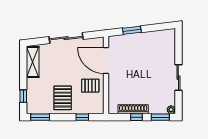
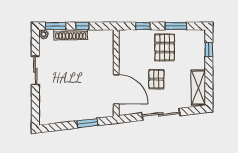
pallet: (90, 86) -> (156, 79), moved, turned 90
shoe rack: (133, 109) -> (71, 35), moved
window: (40, 117) -> (176, 26), moved

